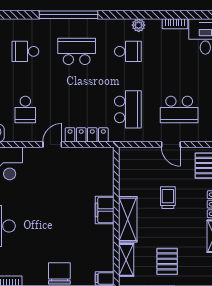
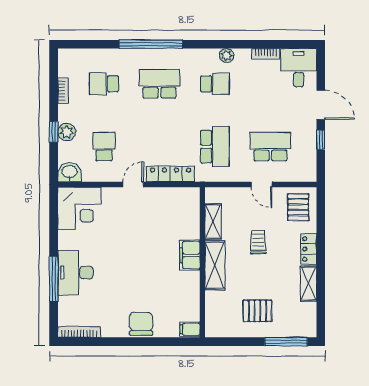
school desk: (25, 109) -> (104, 147), turned 180
school desk: (179, 109) -> (270, 147), turned 180
shelving: (126, 260) -> (213, 221), moved
pallet: (167, 261) -> (257, 311), turned 90

